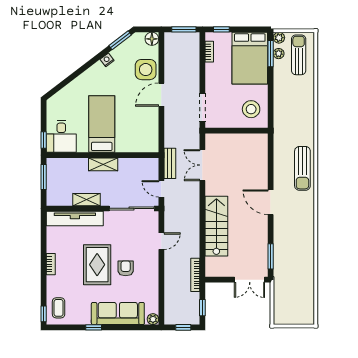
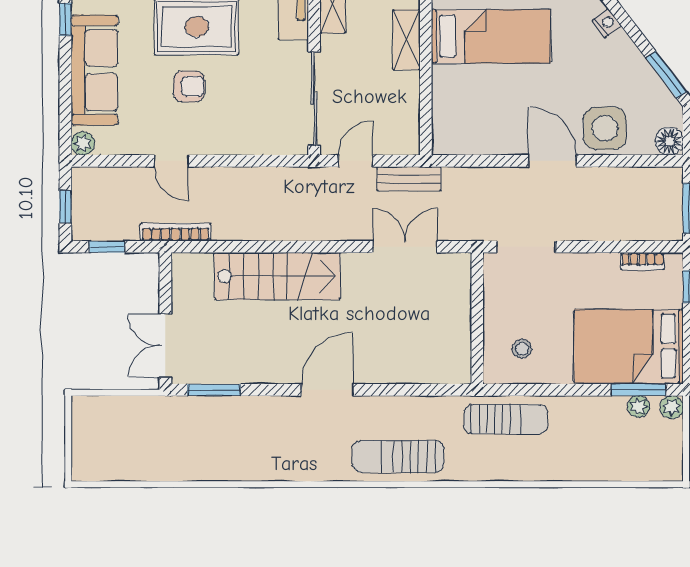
sun lounger: (299, 55) -> (506, 419), moved
nightstand: (107, 60) -> (607, 23), moved
stool: (251, 109) -> (522, 349), width x0.53, depth x0.53
door: (161, 241) -> (171, 161), moved

